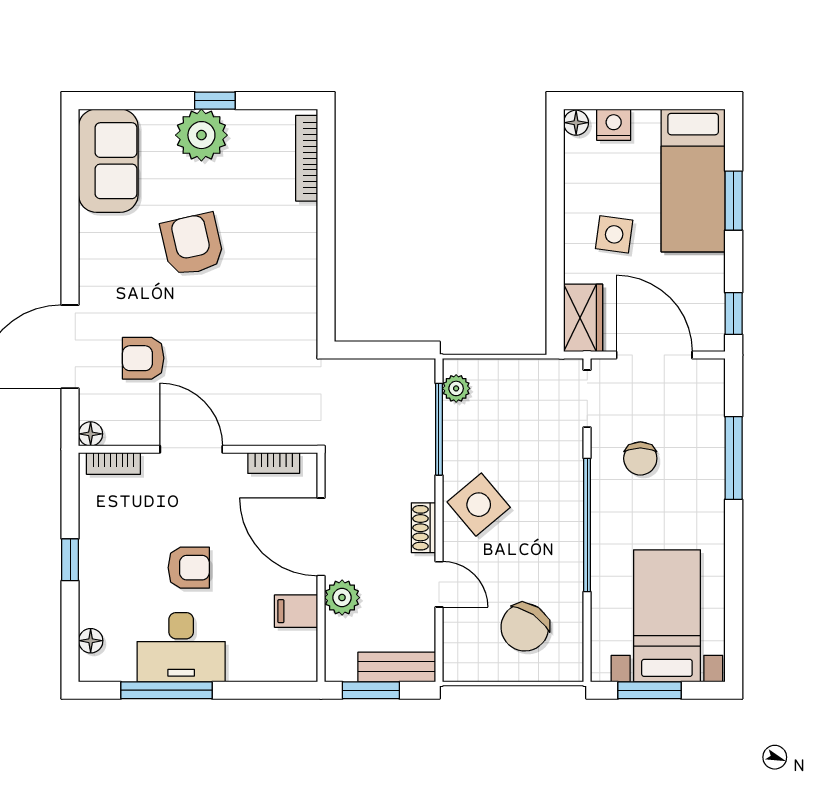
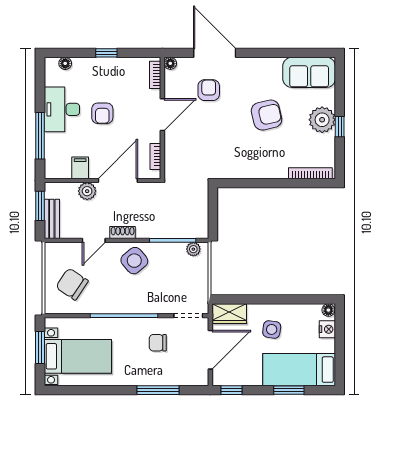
window: (166, 690) -> (40, 136), moved

